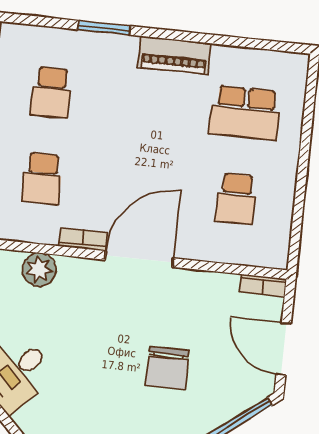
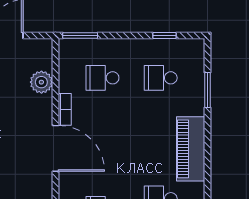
window: (104, 28) -> (208, 90), moved
piano: (174, 55) -> (191, 149), width x1.37, depth x1.33

